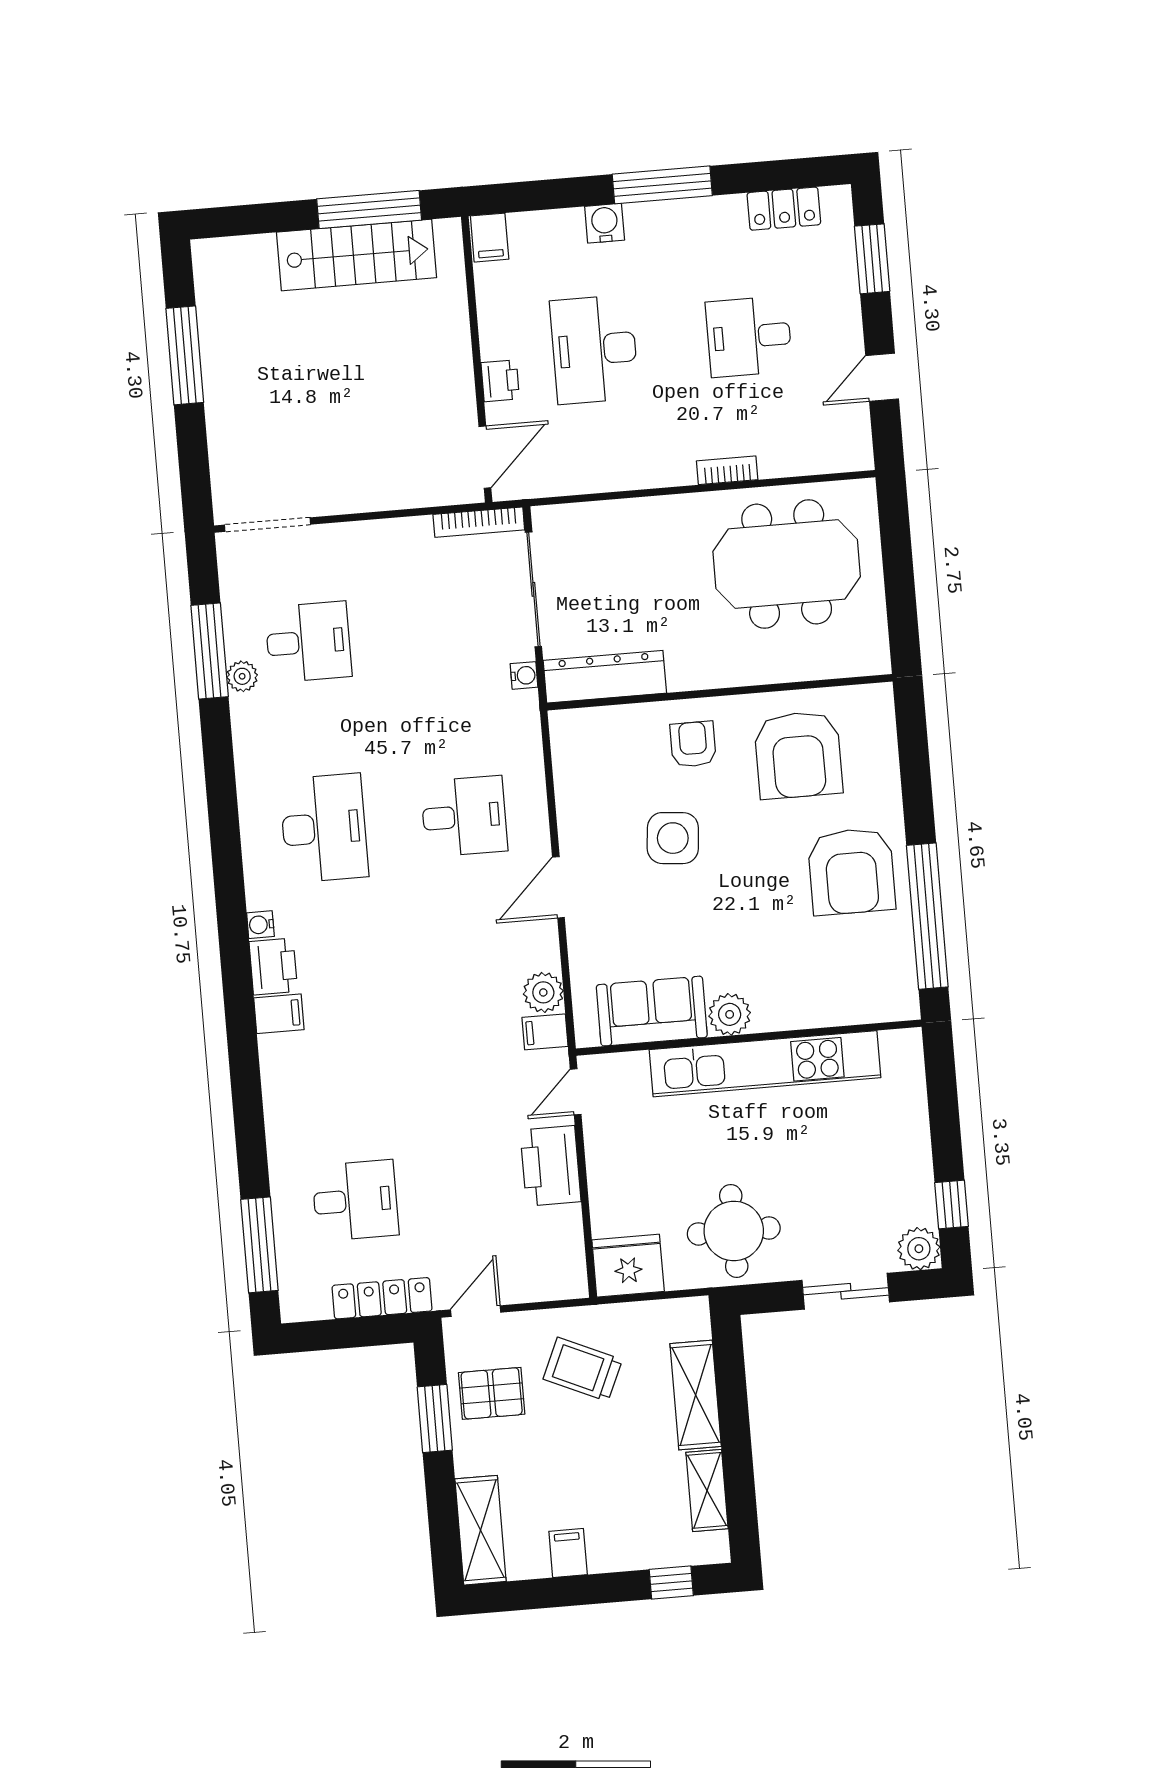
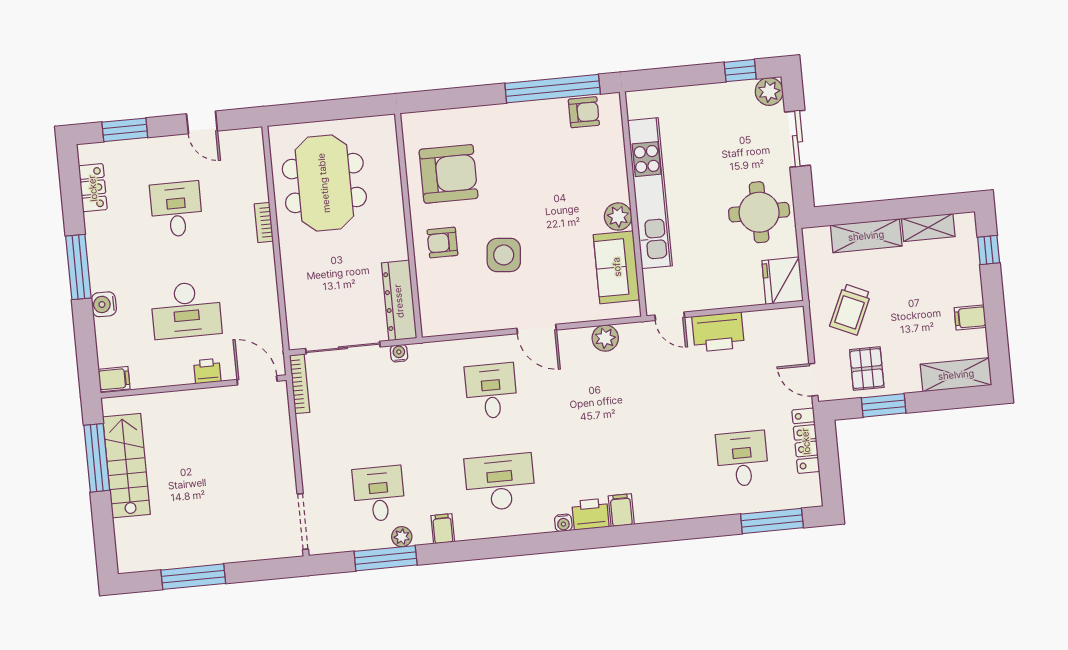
desk: (749, 336) -> (176, 209), turned 180
armchair: (851, 871) -> (584, 112), moved, width x0.53, depth x0.53
filing cabinet: (545, 1032) -> (443, 529), moved, turned 180

